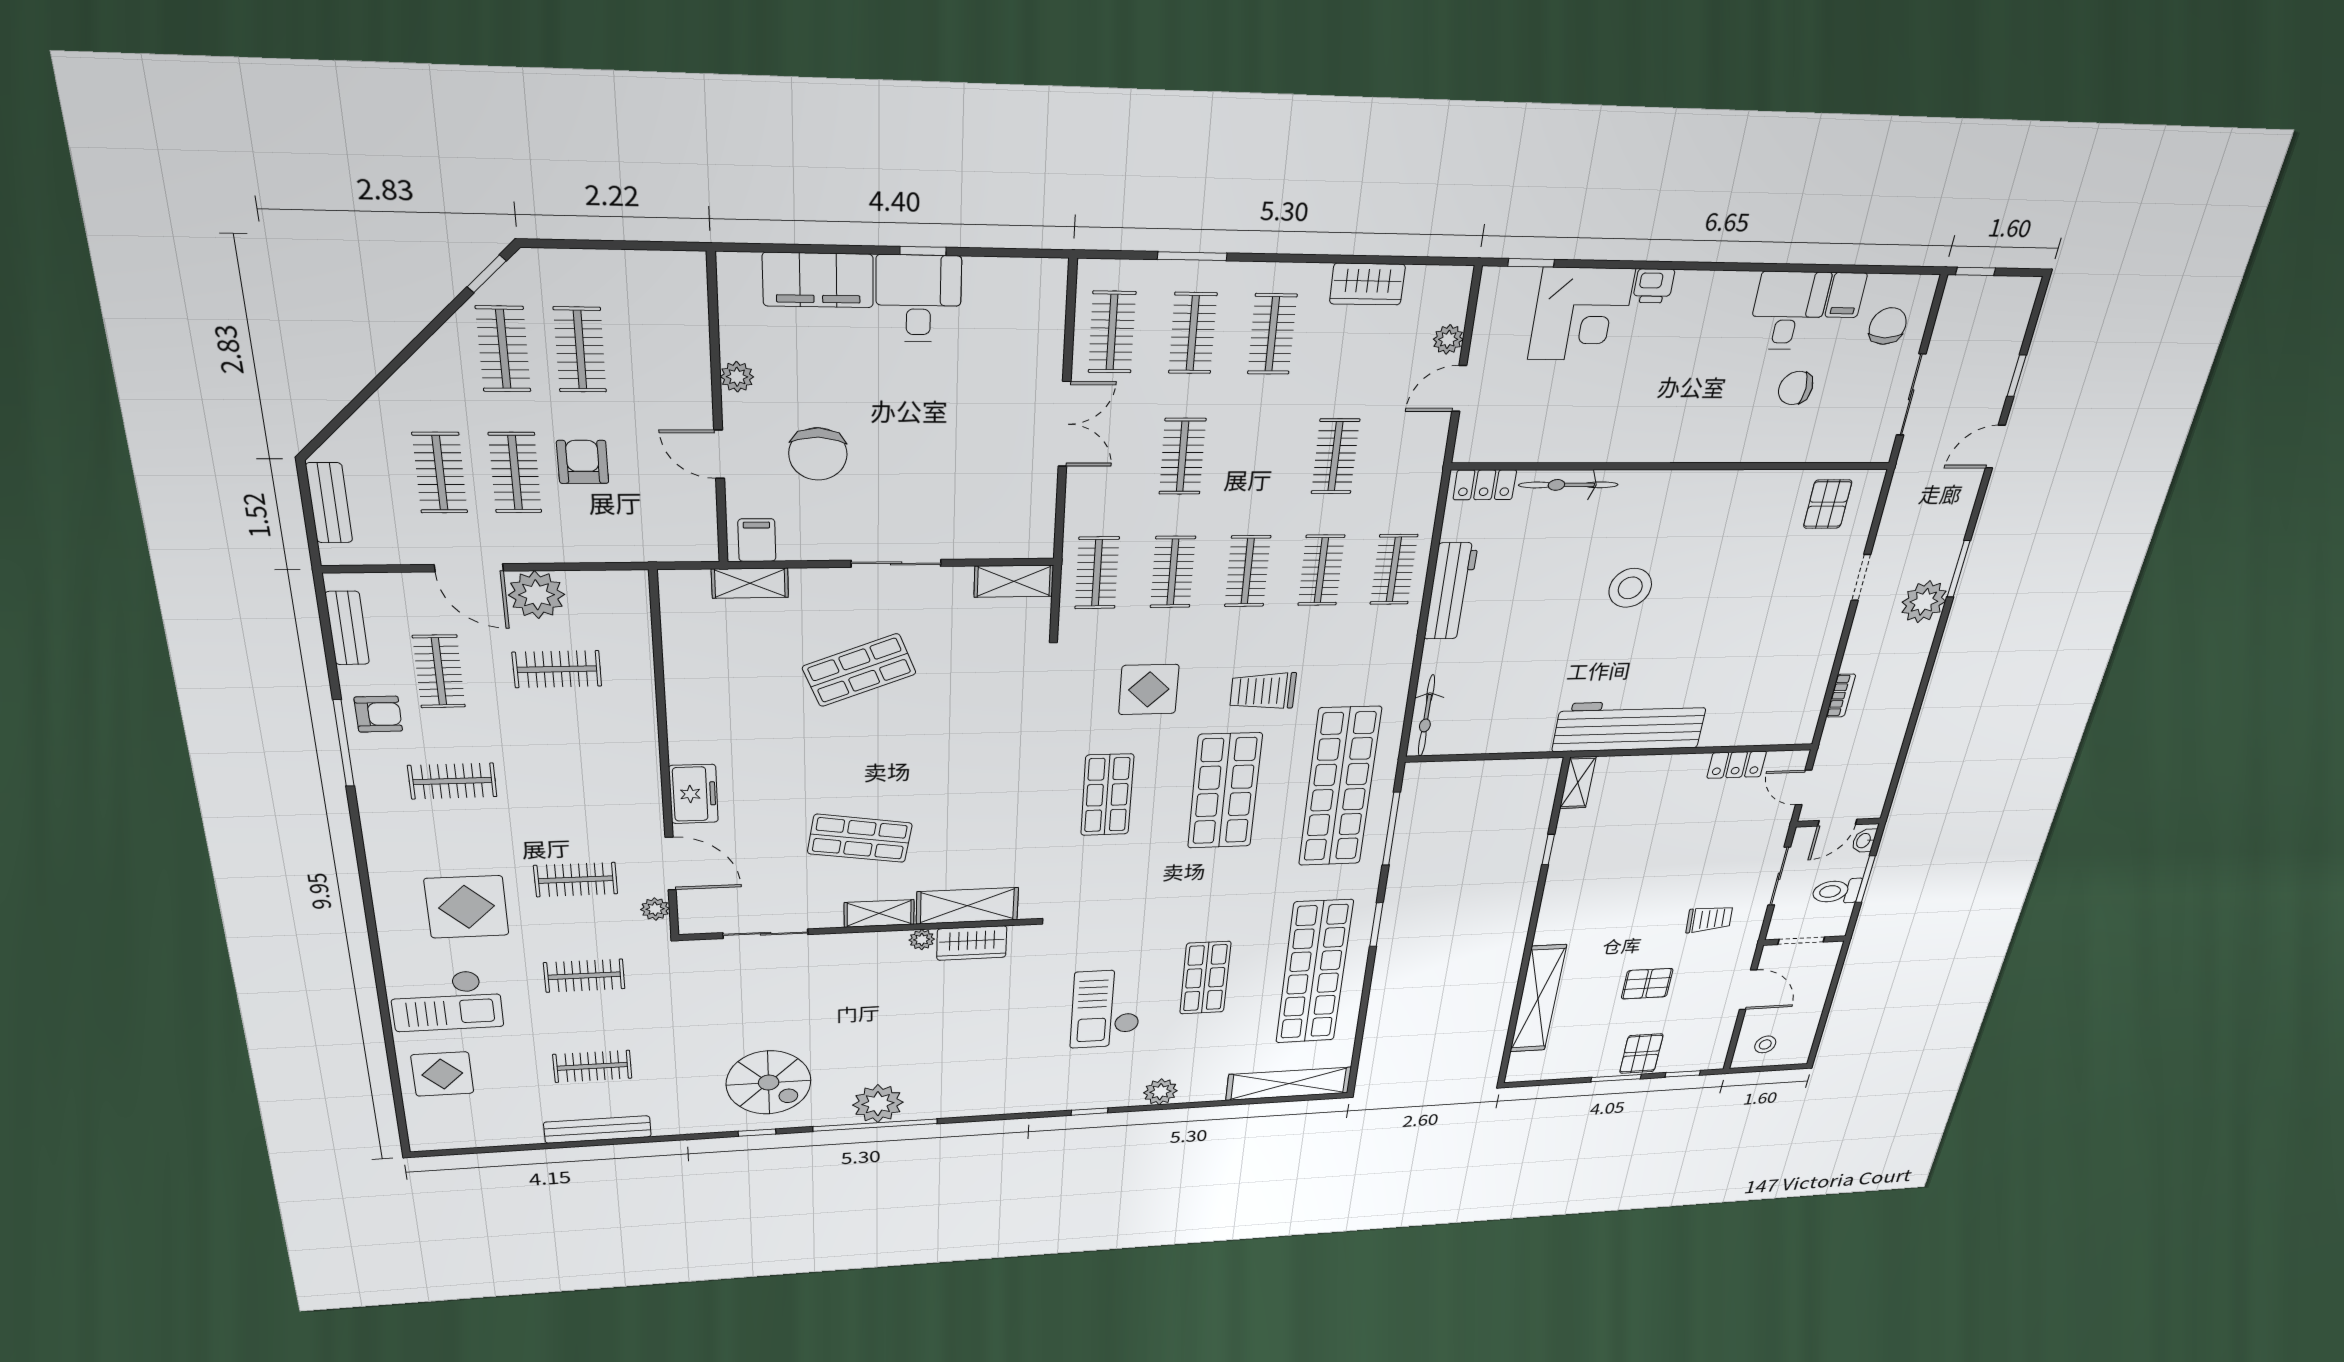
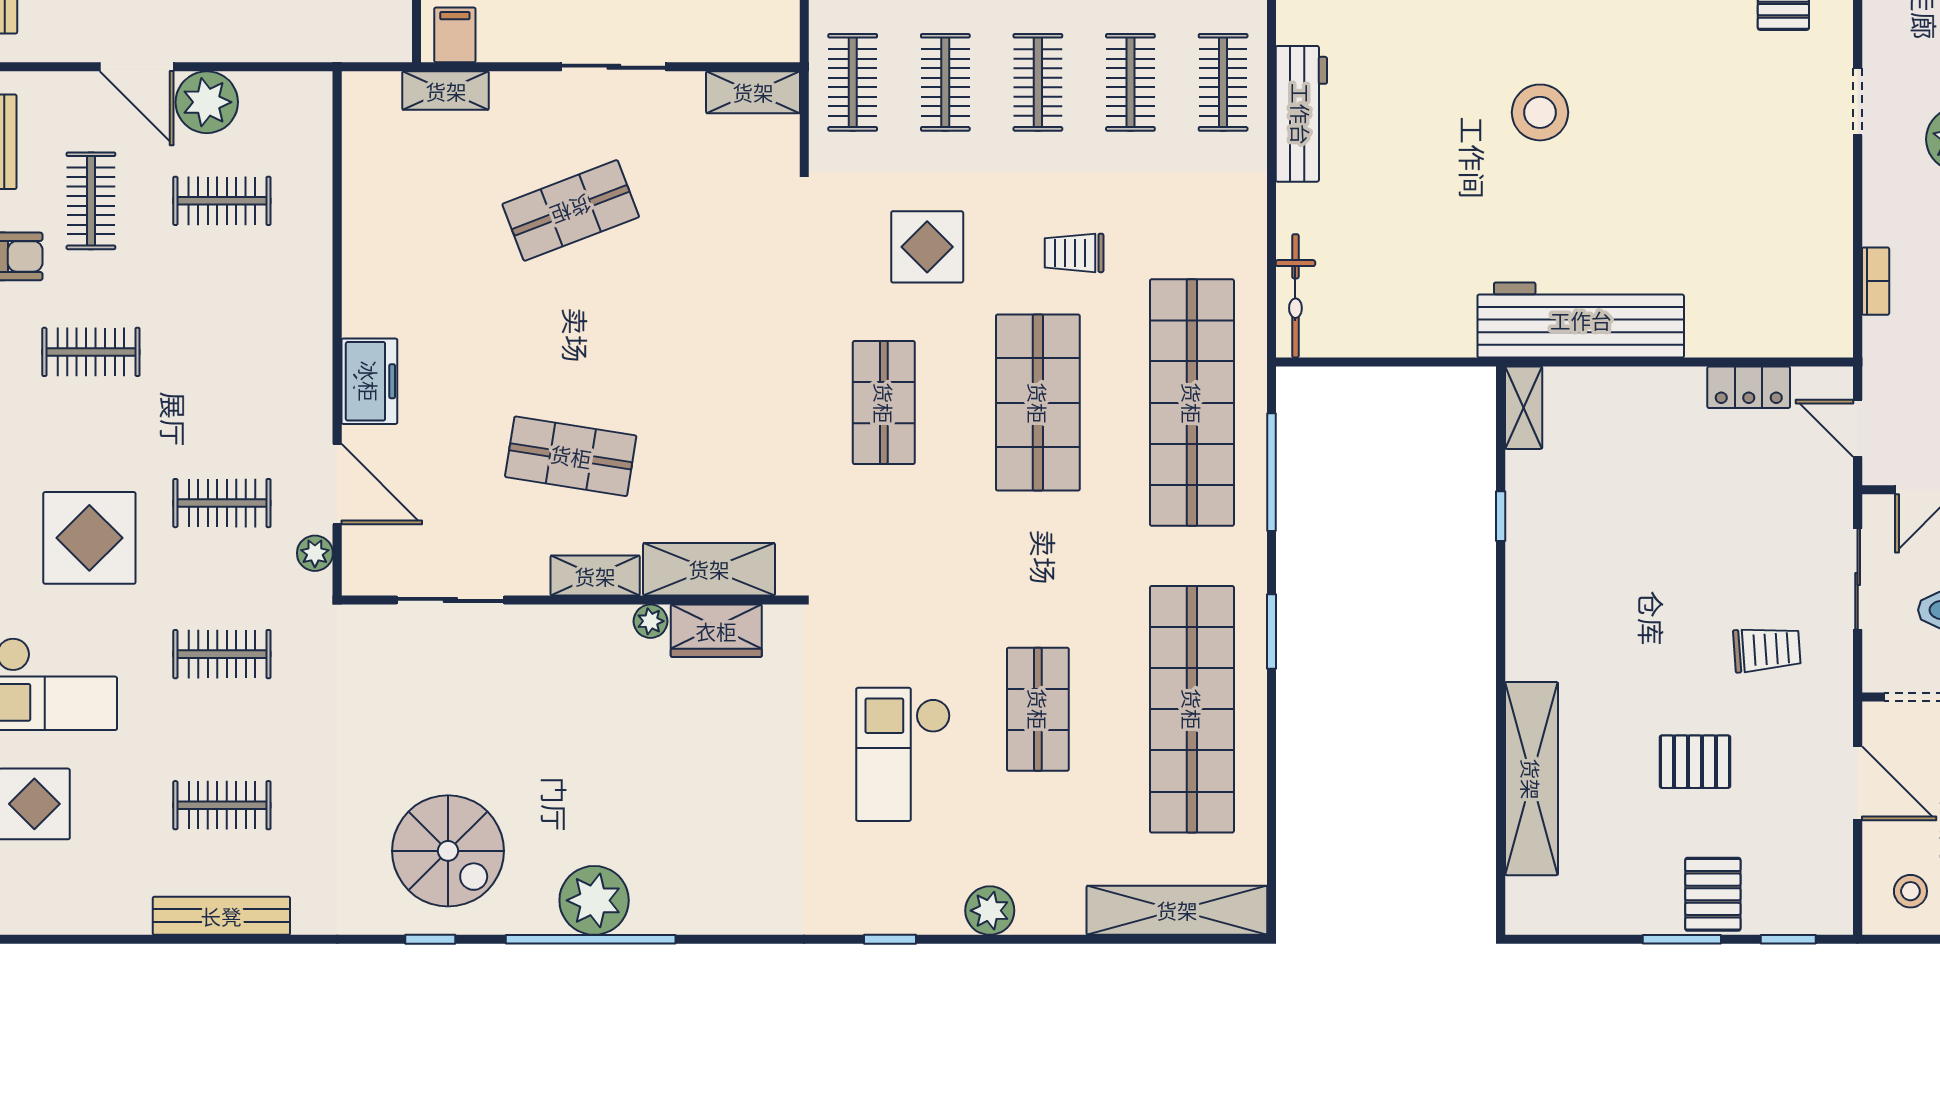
trolley: (1263, 691) -> (1074, 253), width x0.73, depth x0.72

